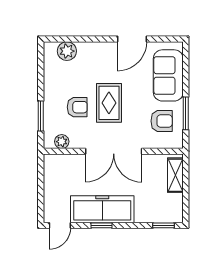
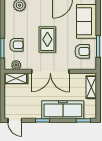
armchair: (77, 107) -> (16, 45), moved
shelving: (61, 162) -> (16, 78), added
freezer: (102, 209) -> (63, 110), moved
door: (60, 225) -> (15, 120), hinge flipped

